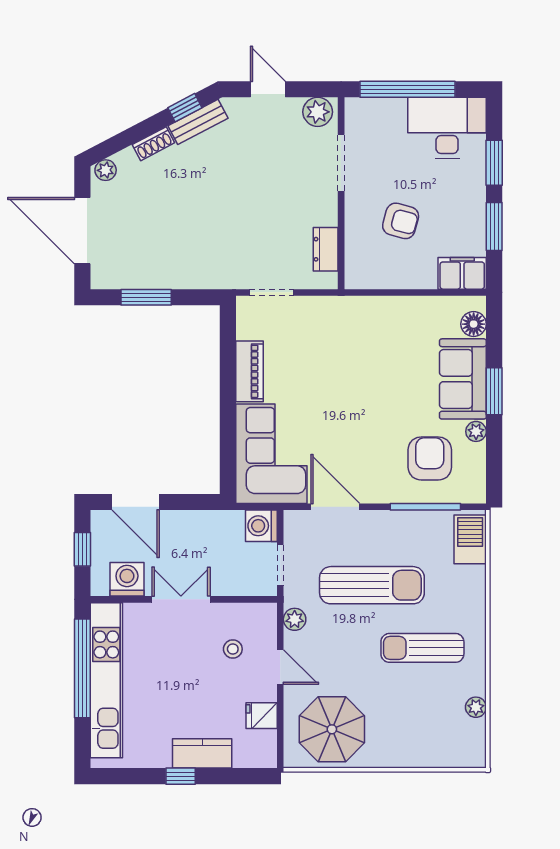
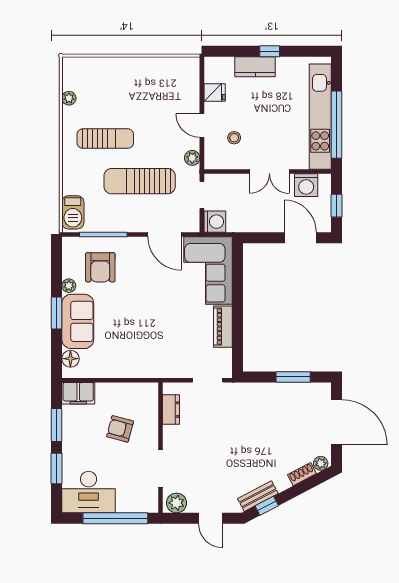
shoe rack: (153, 144) -> (302, 474), moved
parasol: (332, 729) -> (167, 83), removed

